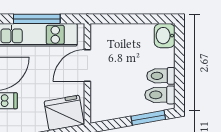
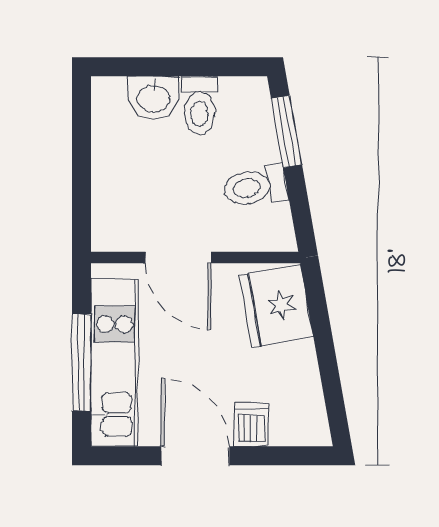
washbasin: (165, 36) -> (154, 98), moved
toilet: (160, 95) -> (255, 187), moved, turned 80

